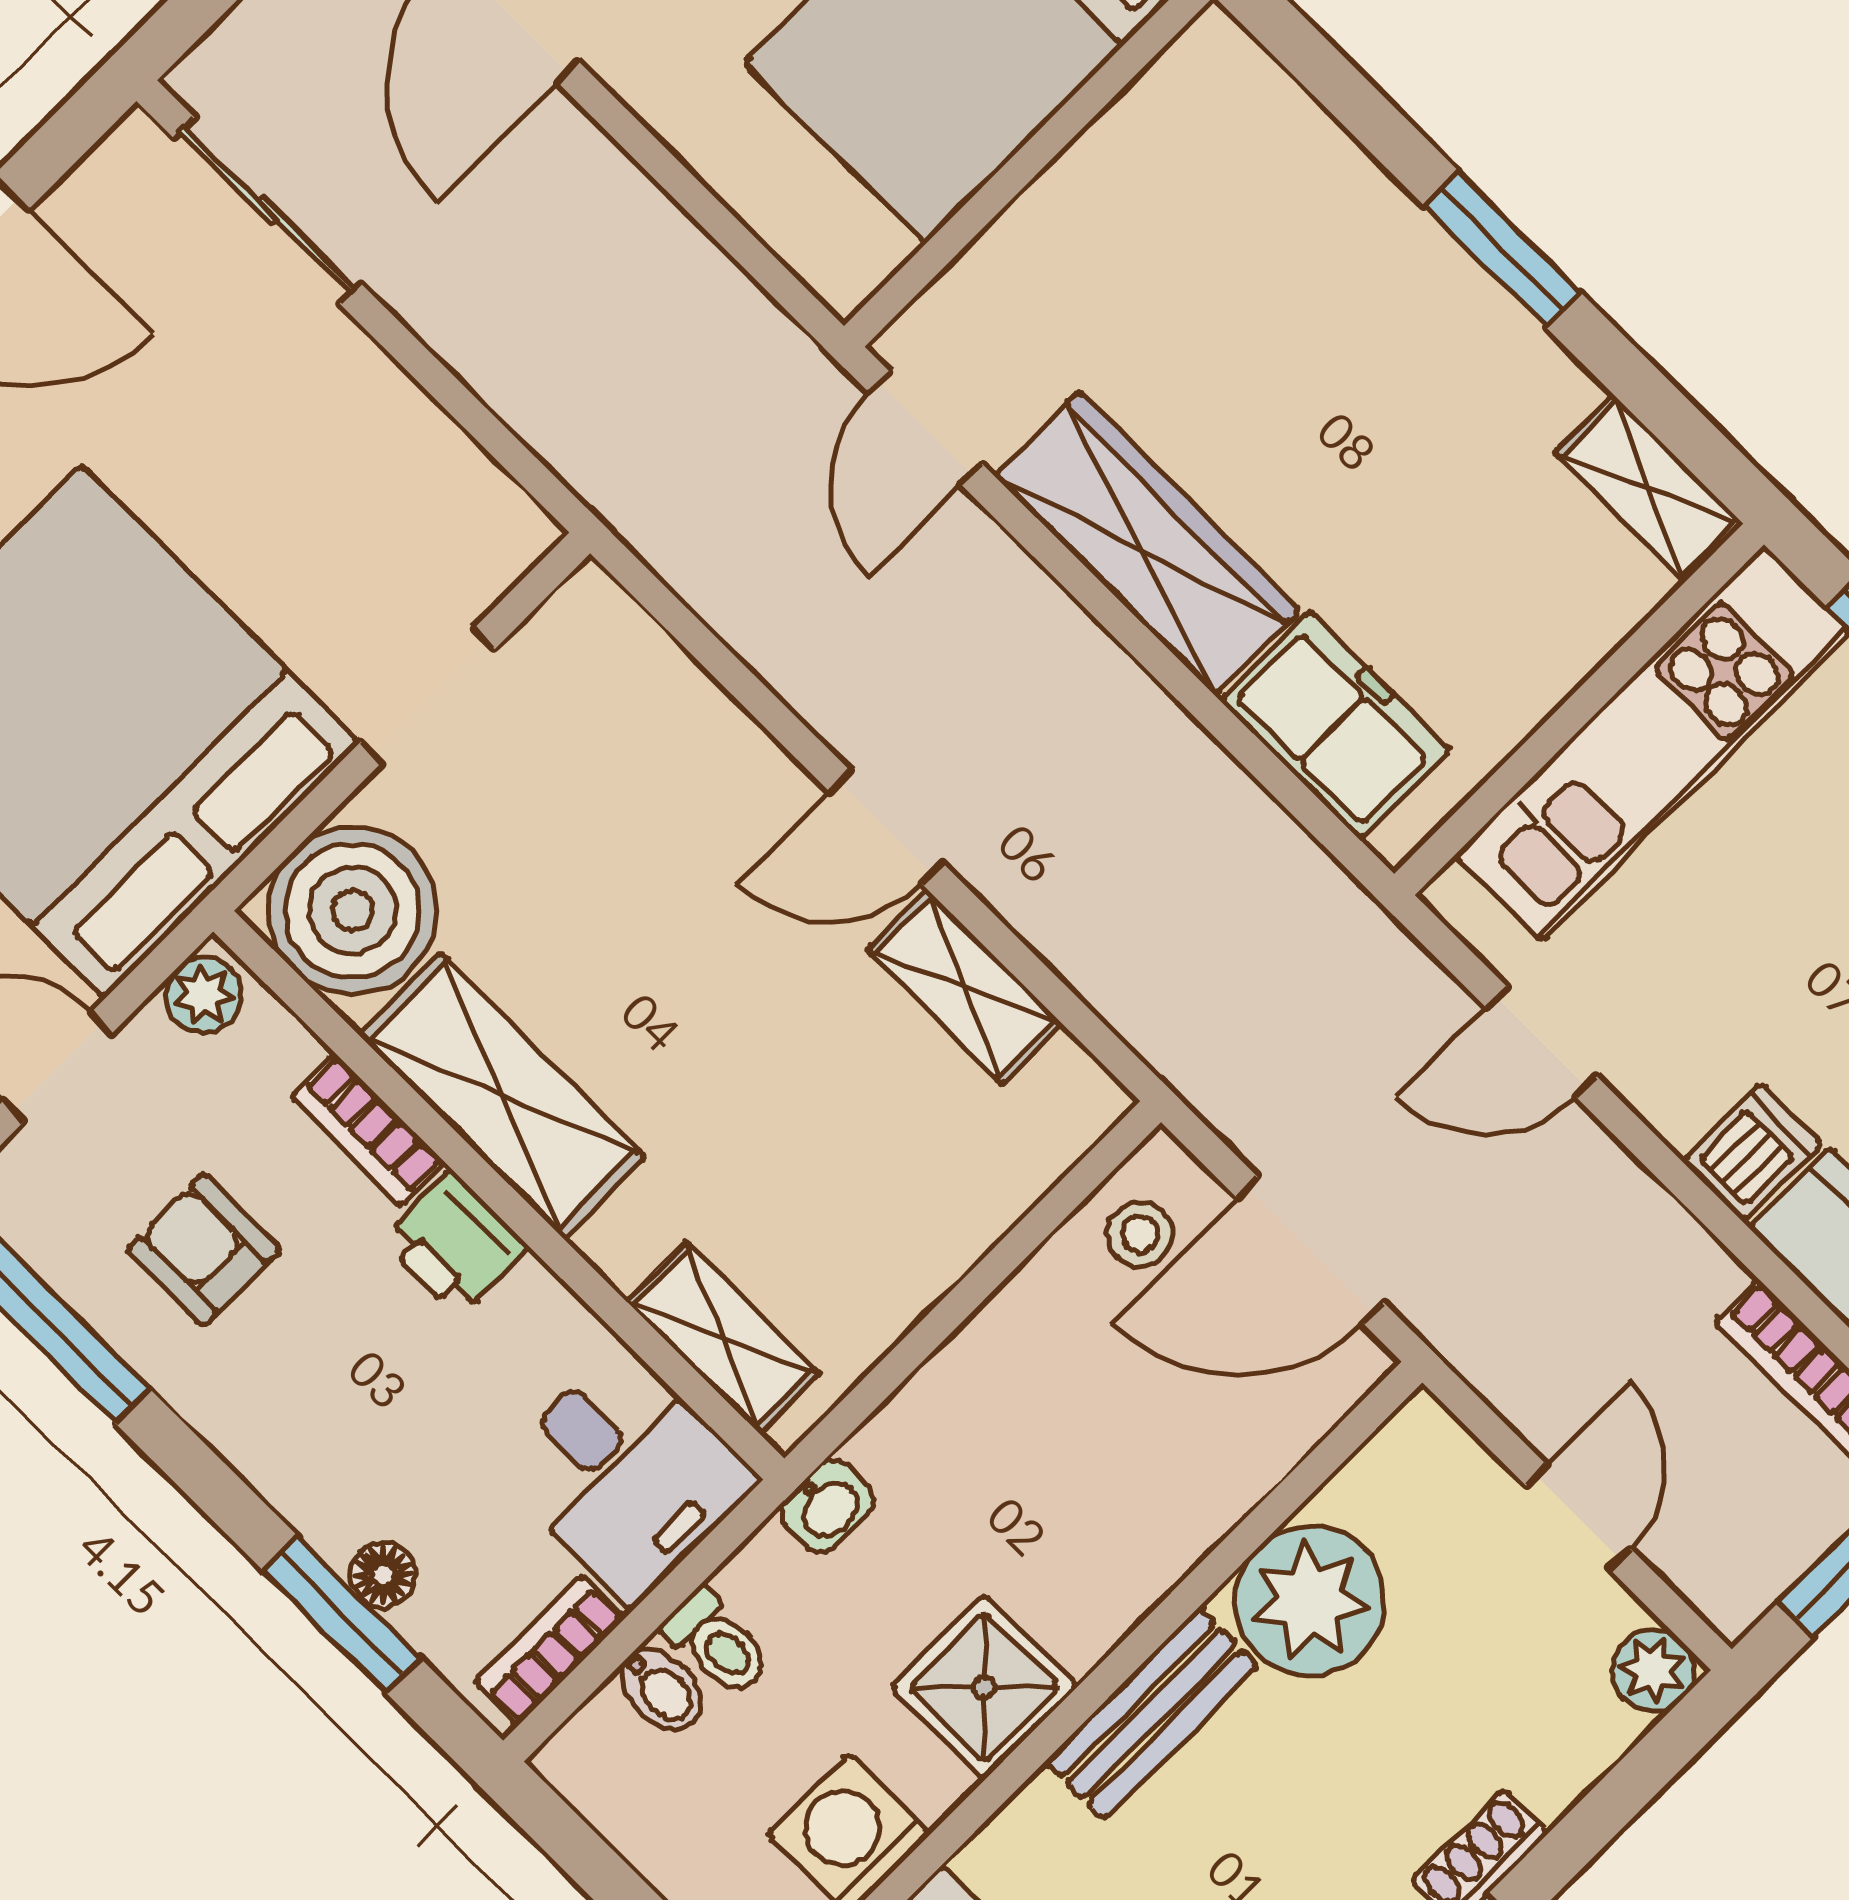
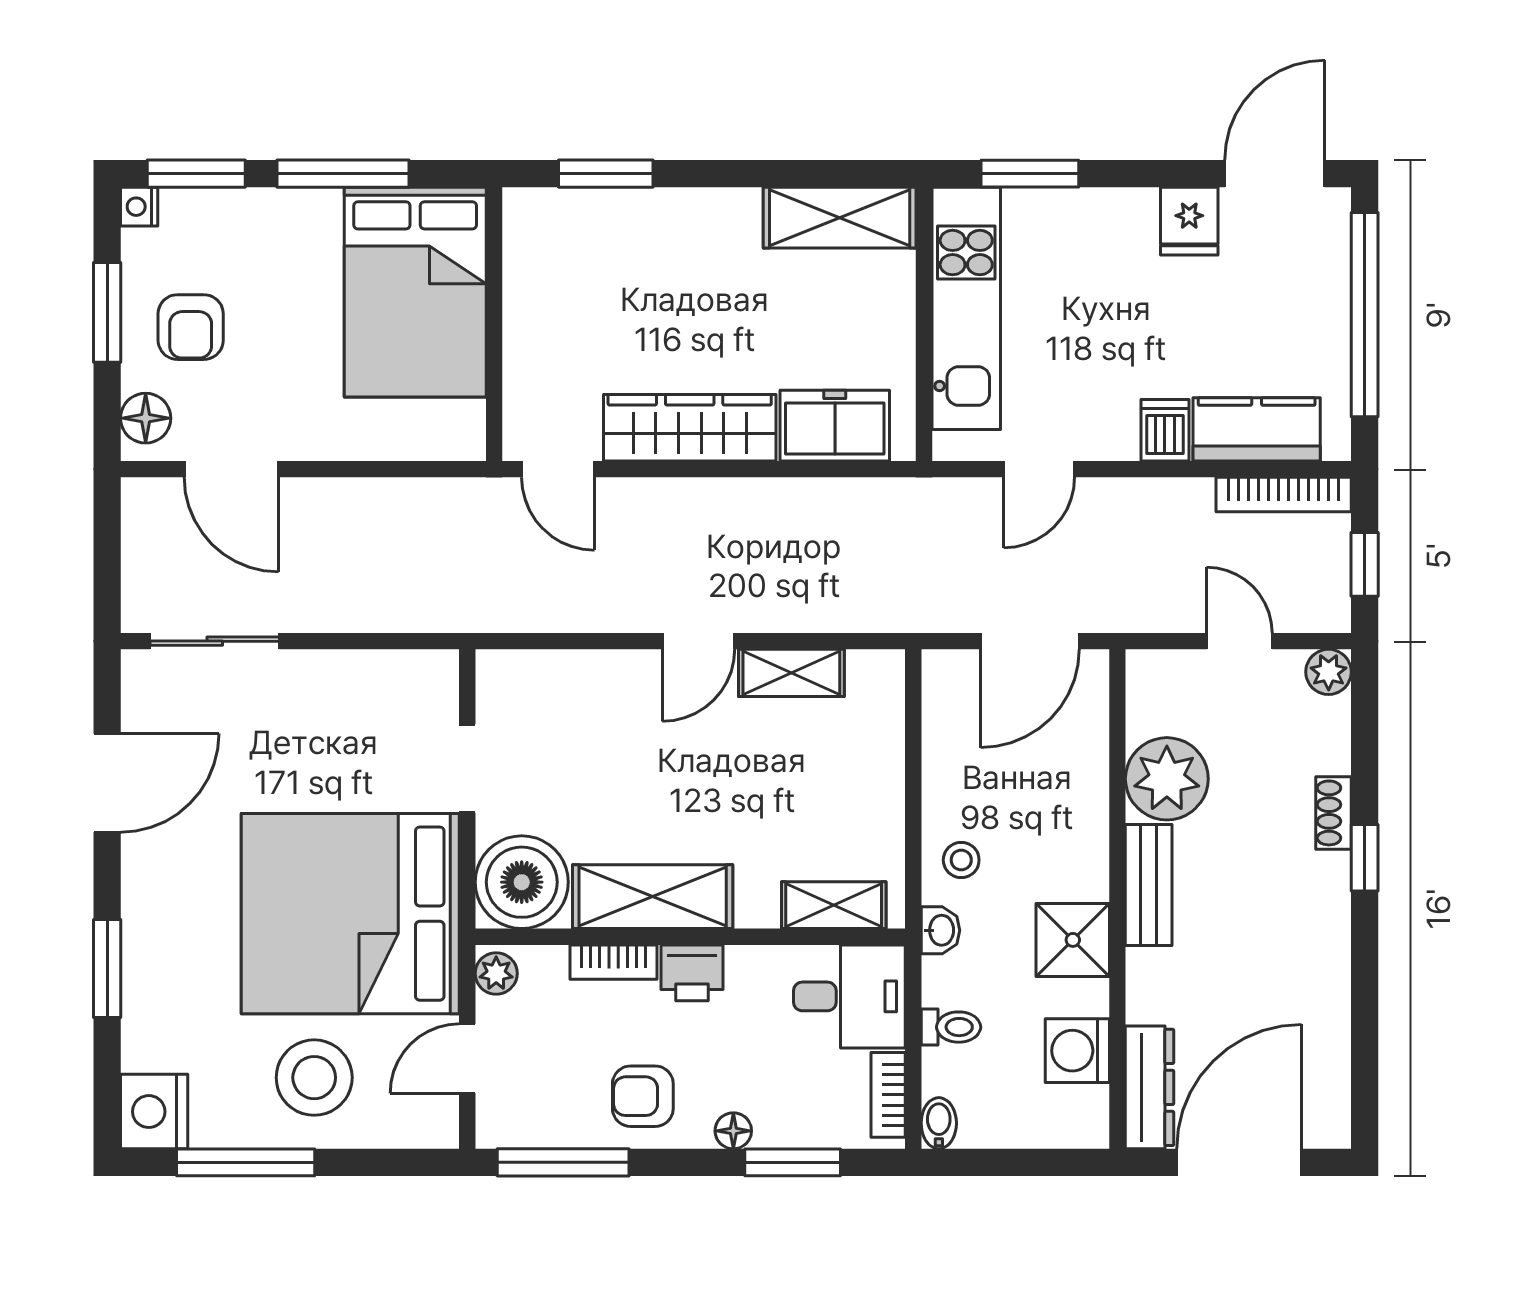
window: (1502, 249) -> (606, 174), moved
shelving: (1649, 488) -> (840, 218), width x1.50, depth x1.33
stool: (1140, 1234) -> (961, 860), moved
armchair: (204, 1249) -> (643, 1096), moved
floor lamp: (383, 1575) -> (733, 1131), moved
bidet: (661, 1689) -> (939, 1123), moved, turned -90

